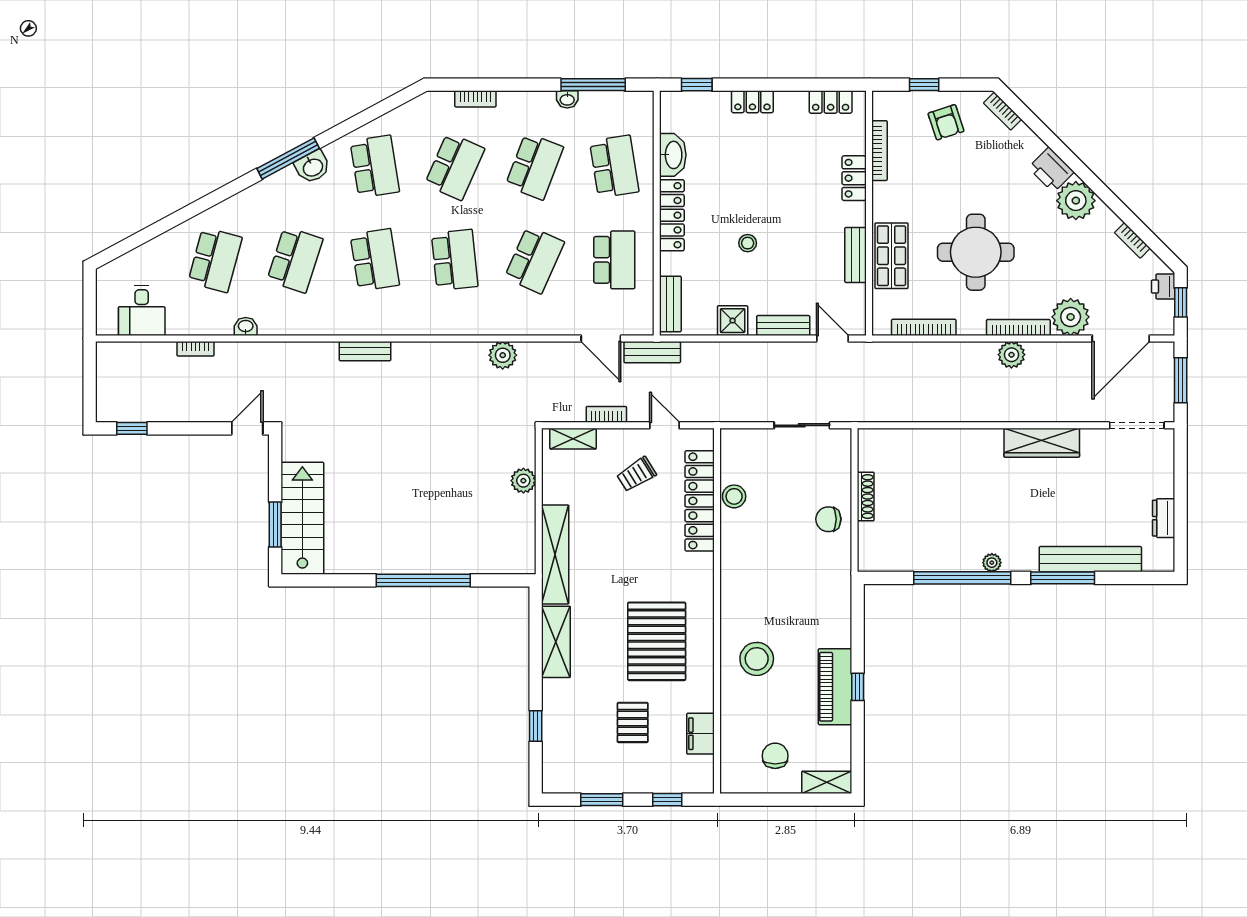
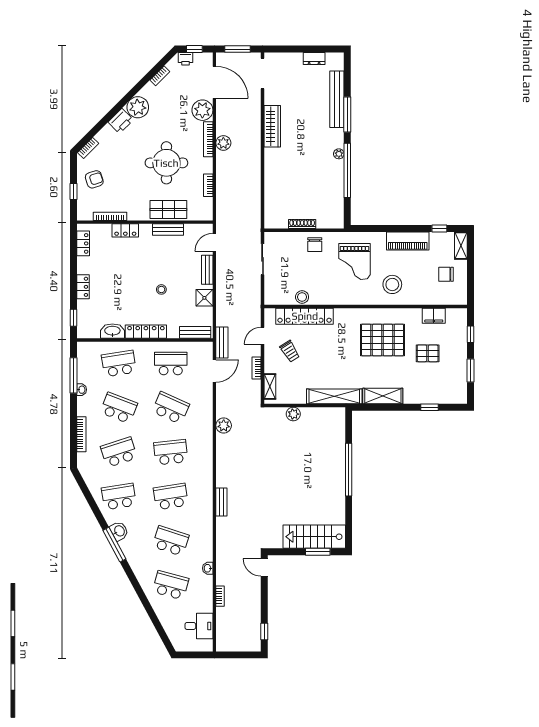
bookcase: (475, 99) -> (81, 434), width x1.56
school desk: (455, 166) -> (119, 452), turned -42
bookcase: (924, 327) -> (208, 185), width x0.64
grand piano: (798, 591) -> (355, 262), added
window: (858, 687) -> (439, 228), moved

